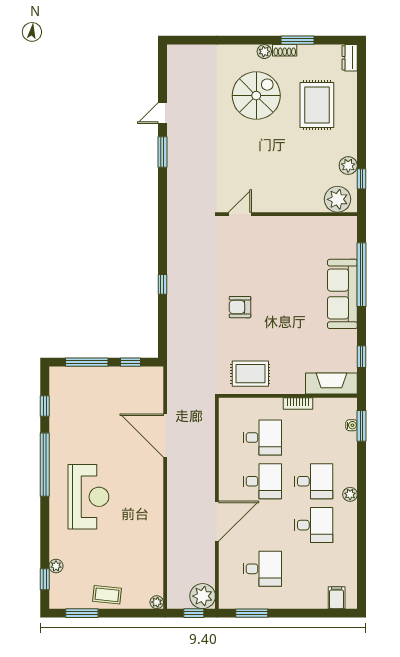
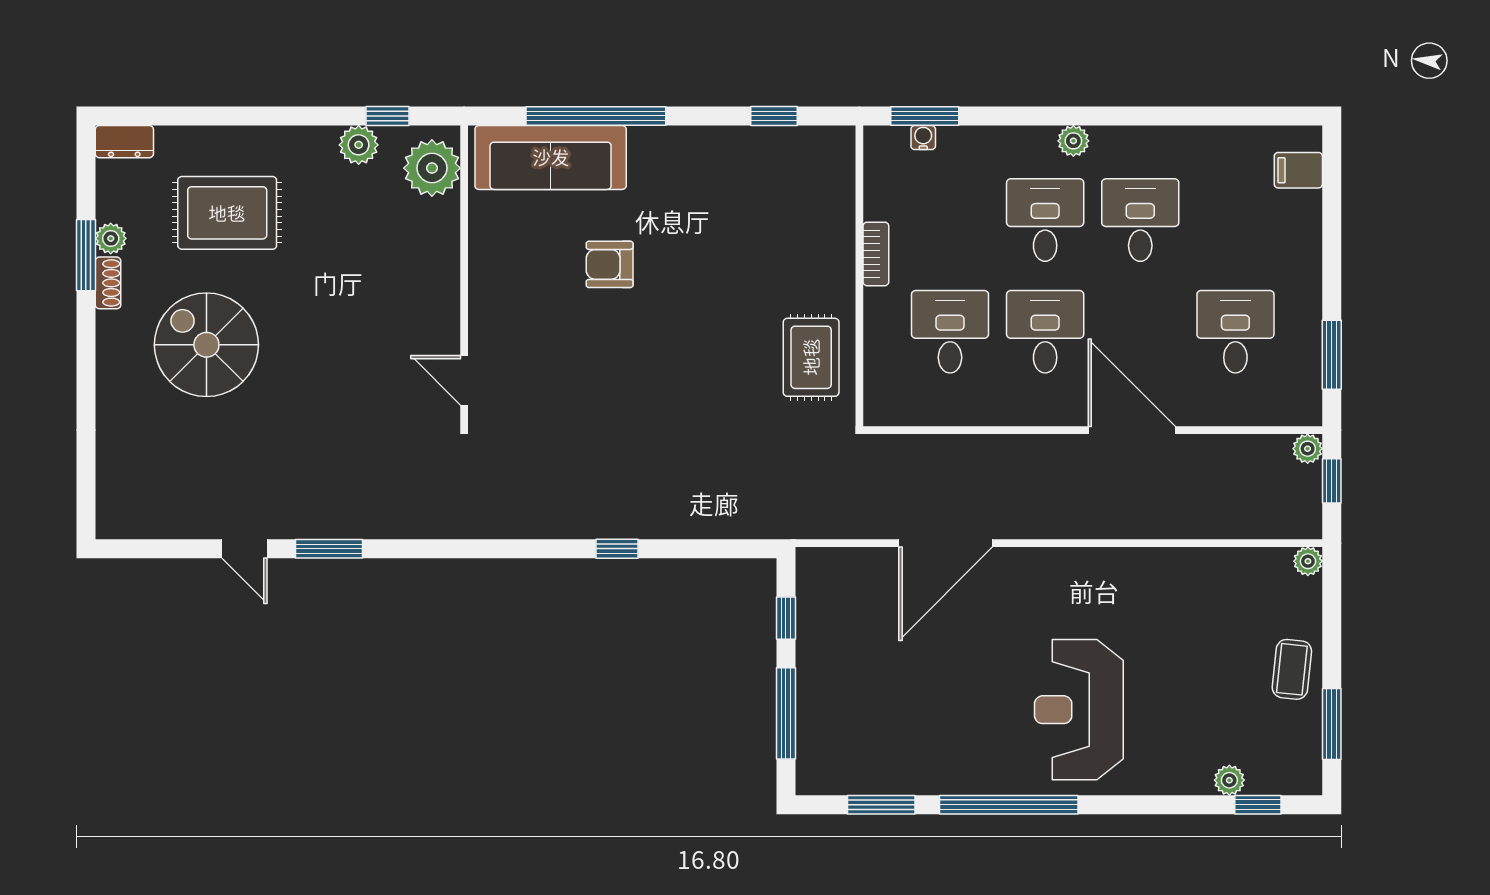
plant: (264, 52) -> (111, 238), moved
sofa: (342, 294) -> (551, 157), moved
armchair: (240, 307) -> (610, 264), moved, turned 90
fireplace: (331, 384) -> (833, 181), removed
window: (45, 406) -> (881, 805), width x1.50
reception desk: (88, 497) -> (1079, 710), turned -90
plant: (203, 596) -> (1308, 449), width x0.53, depth x0.53

